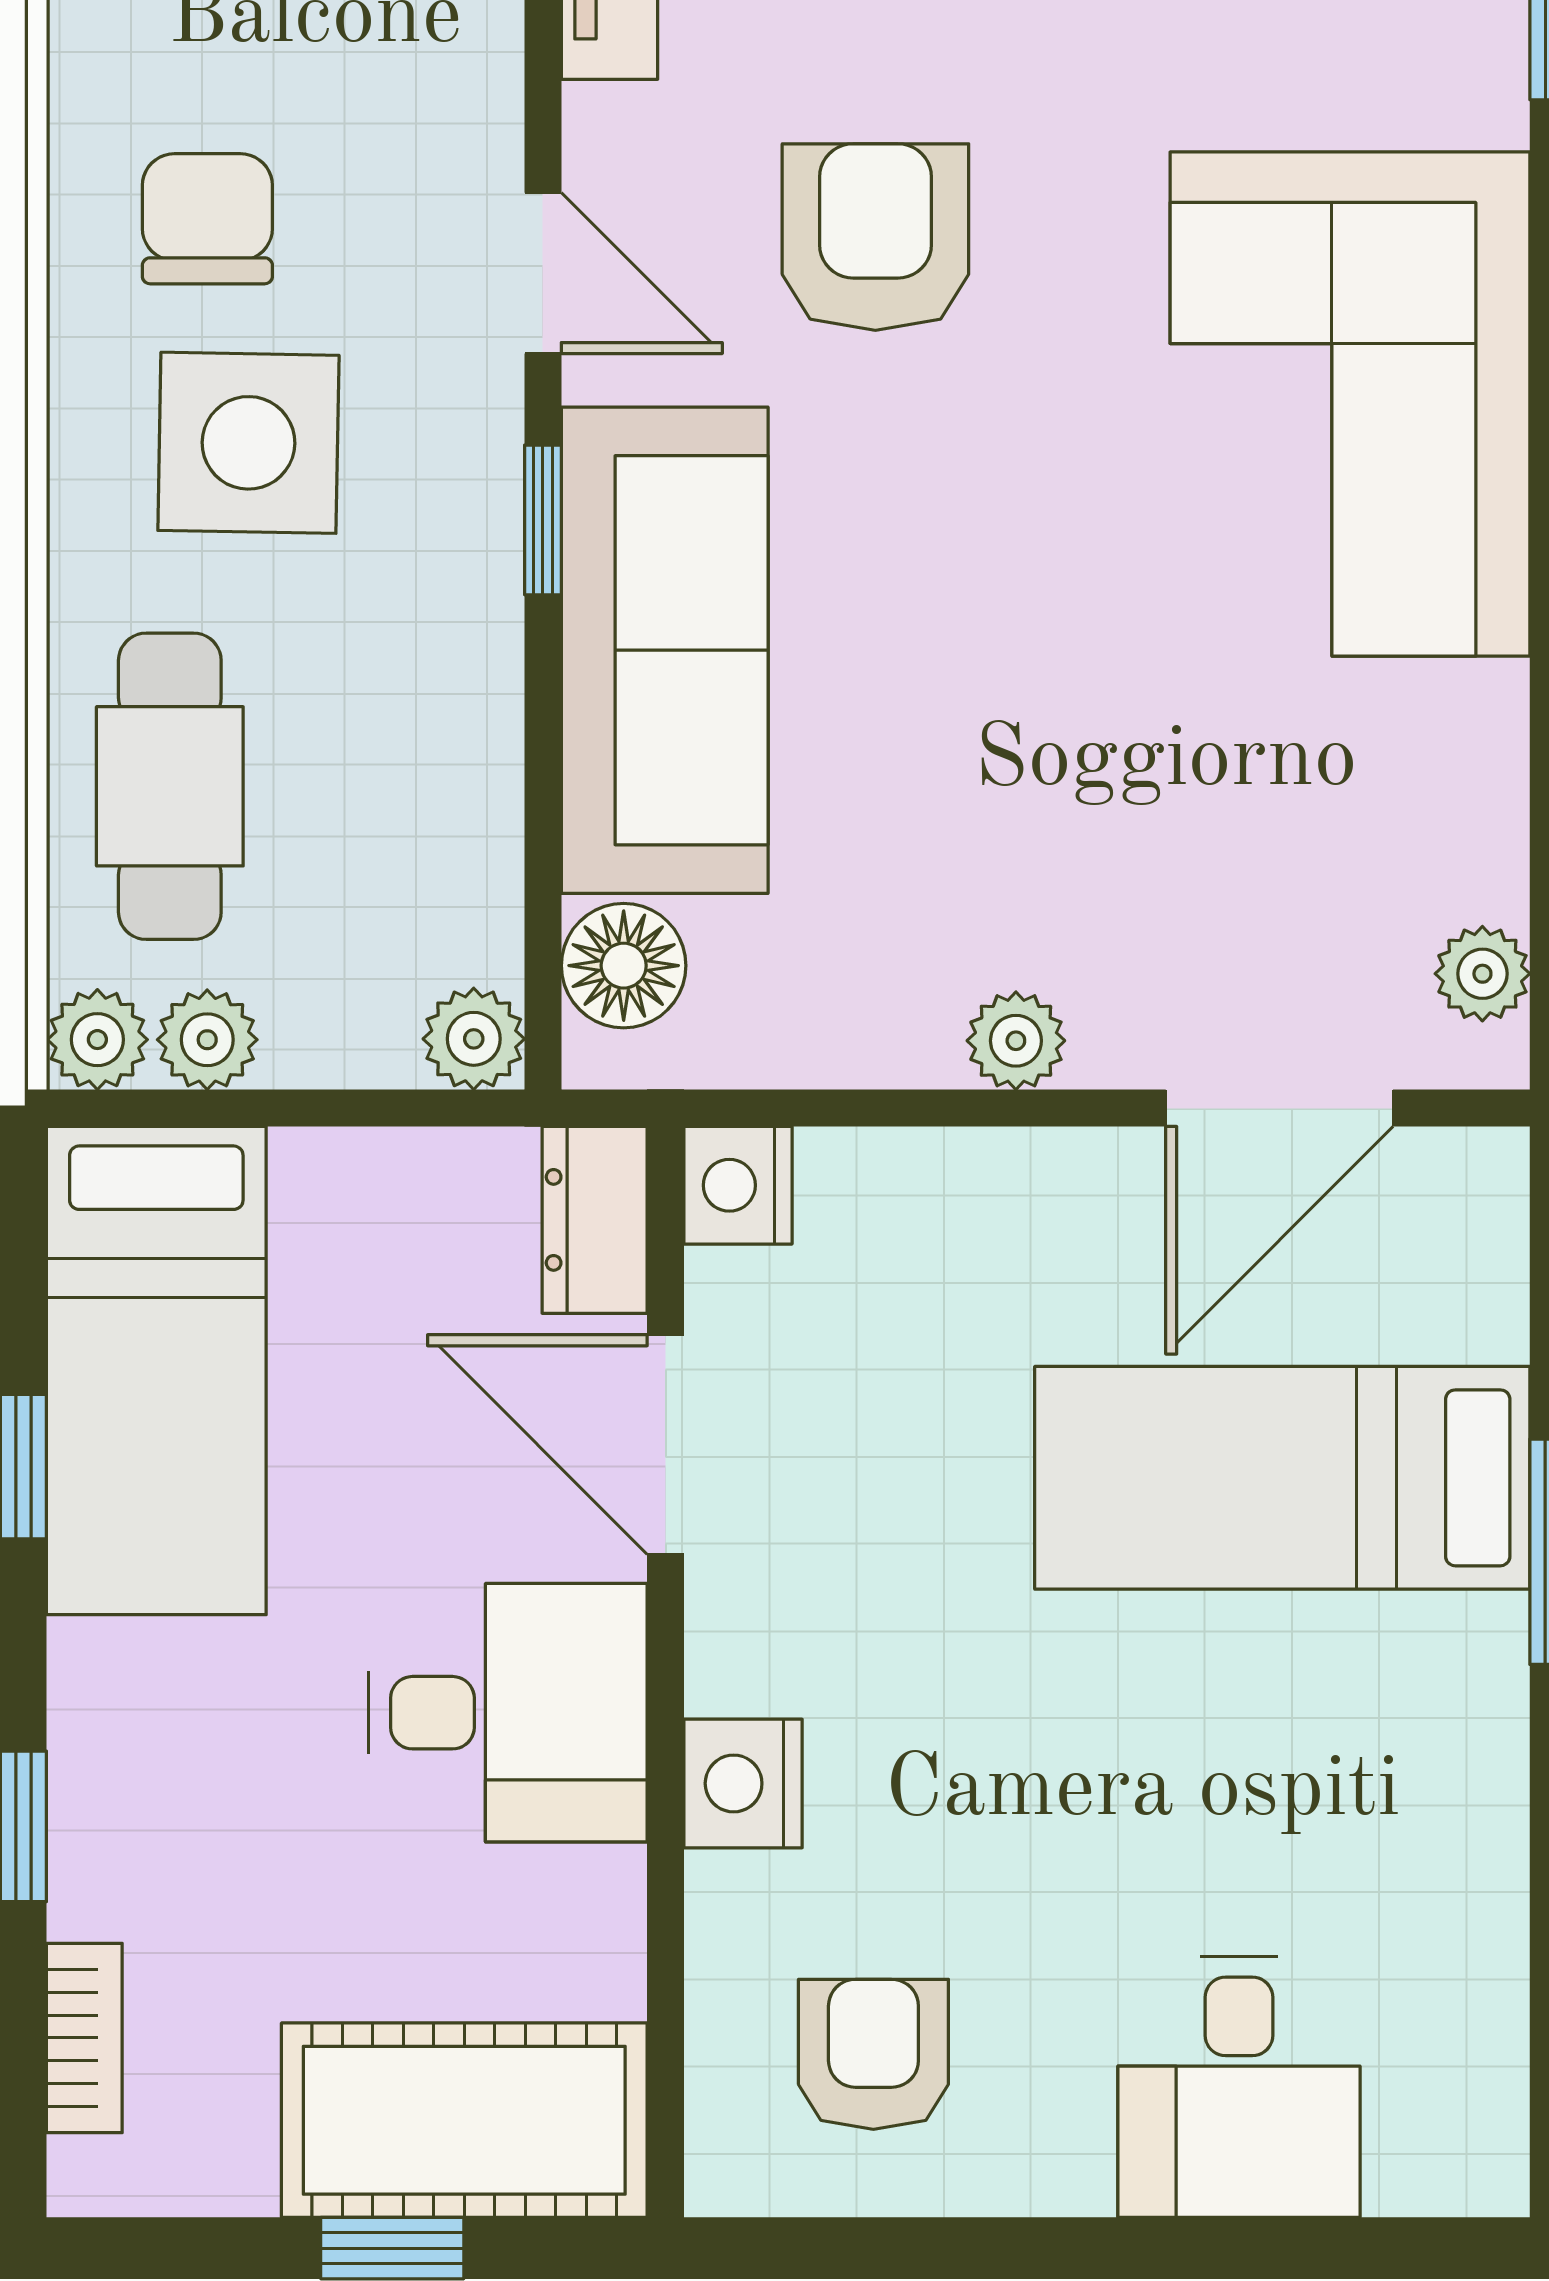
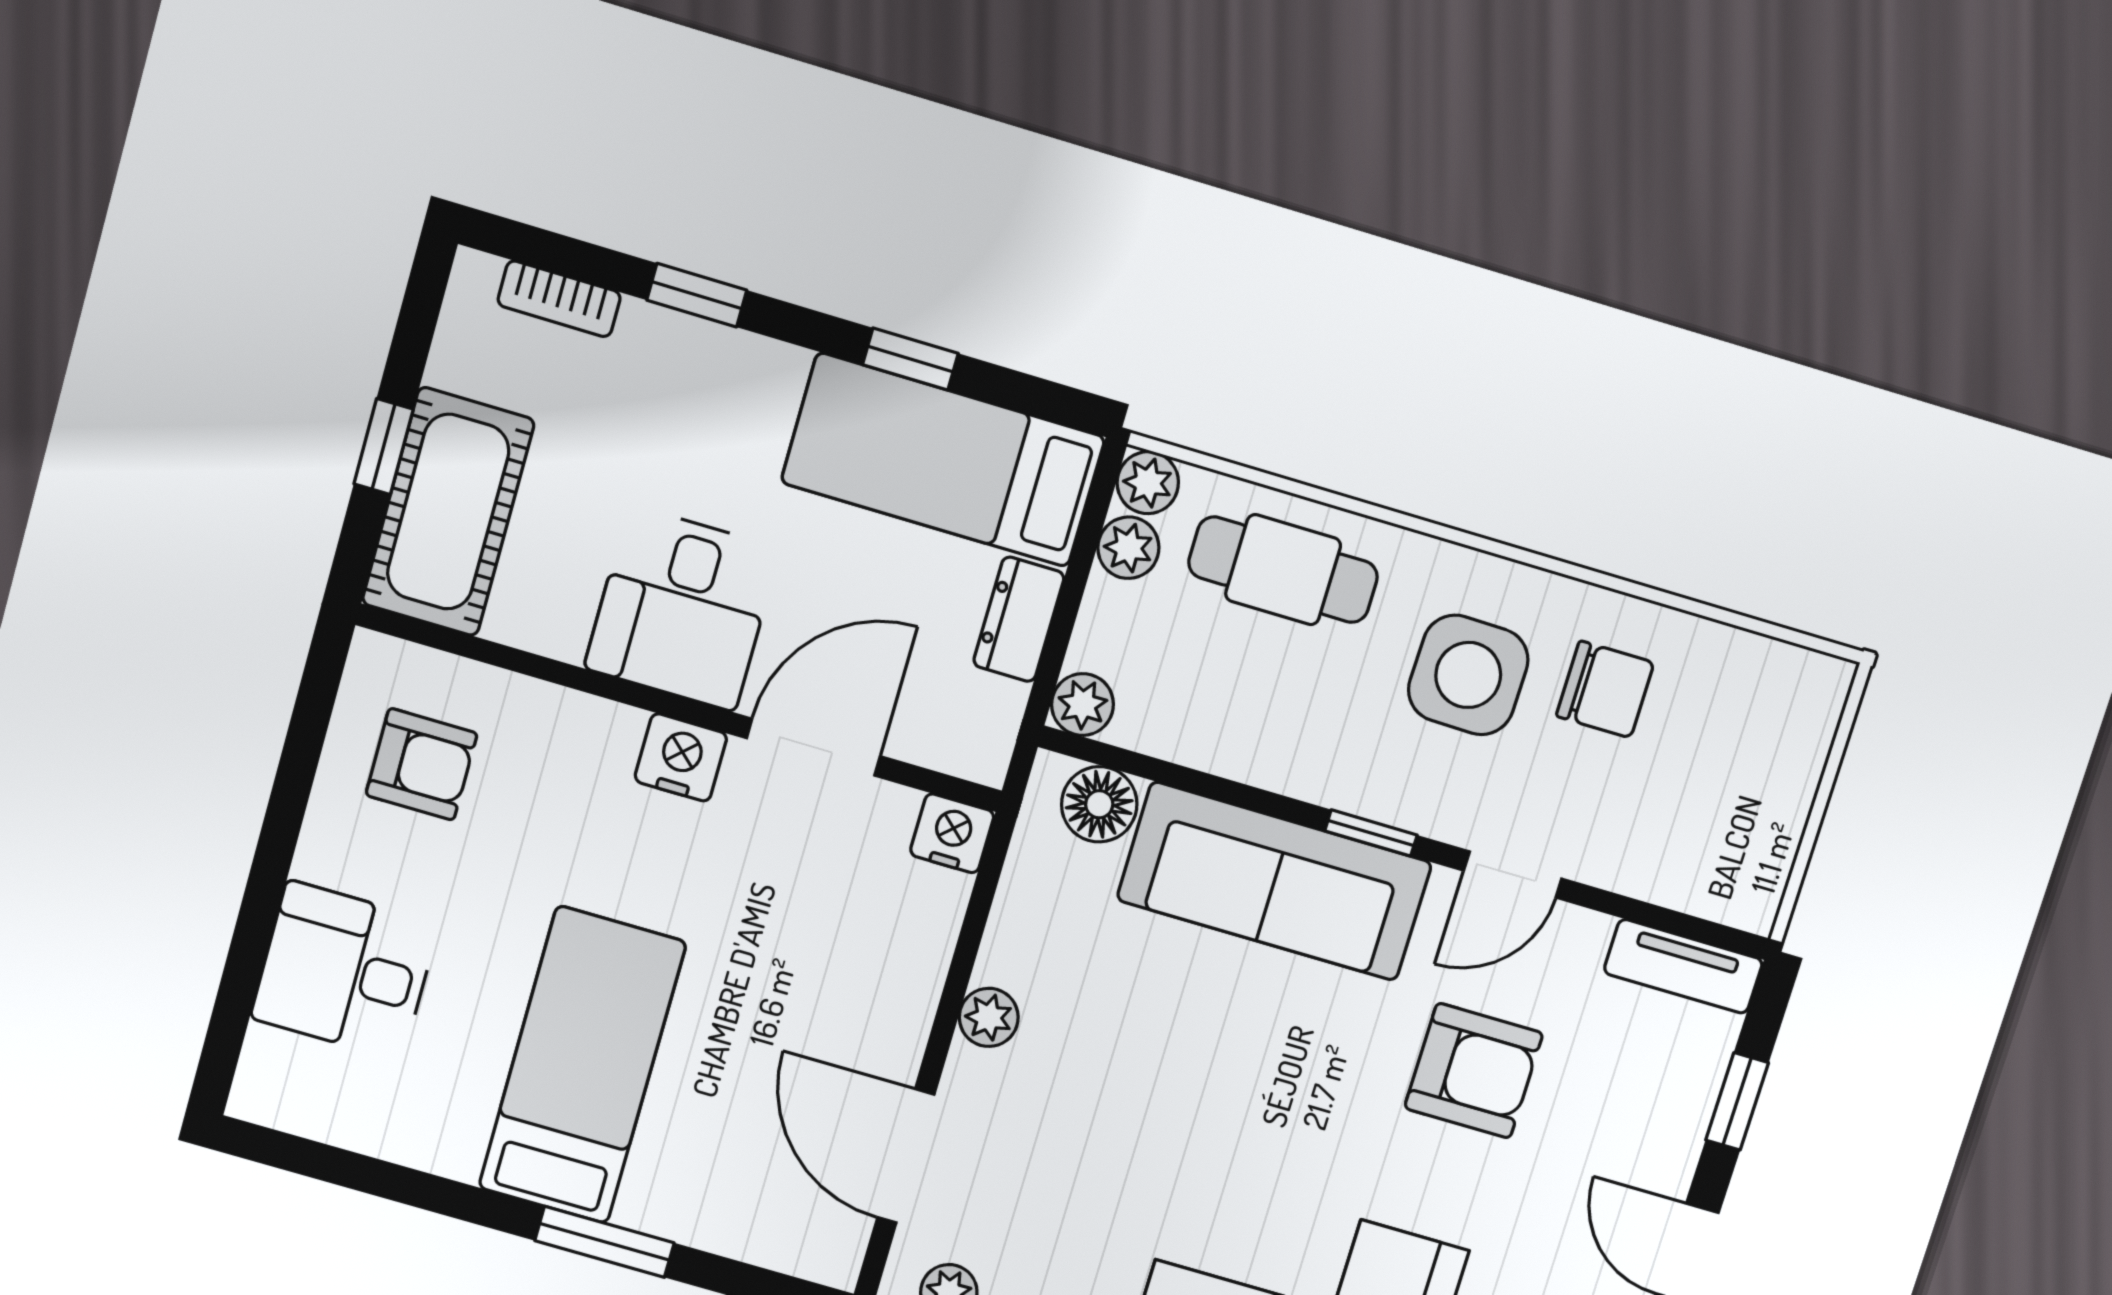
dresser: (595, 1220) -> (1019, 619), moved, turned -90
bed: (1282, 1478) -> (582, 1065), moved
nightstand: (743, 1783) -> (681, 757), moved

